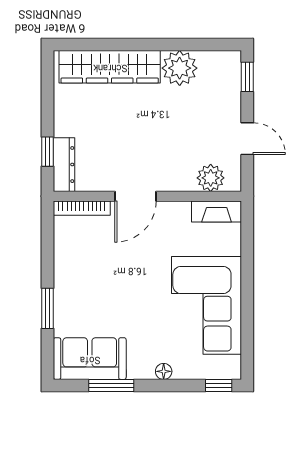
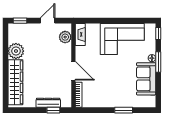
dresser: (64, 165) -> (48, 103), moved
sofa: (90, 359) -> (146, 79), moved
window: (111, 385) -> (158, 62), moved

